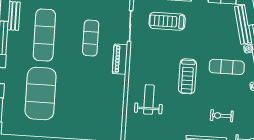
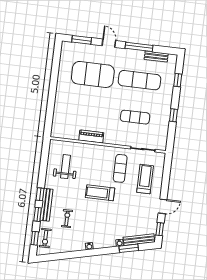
piano: (120, 59) -> (91, 137), moved
exercise mat: (227, 67) -> (120, 168), moved
weight bench: (149, 99) -> (65, 167), moved, turned -90

